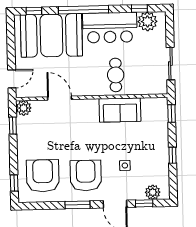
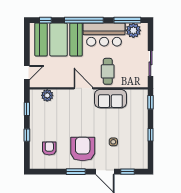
window: (139, 8) -> (127, 20), width x2.17
door: (59, 98) -> (83, 88), moved
plant: (24, 108) -> (47, 95), moved
armchair: (43, 176) -> (49, 148), width x0.53, depth x0.53
window: (14, 183) -> (27, 135), moved
plant: (153, 192) -> (134, 163), removed

